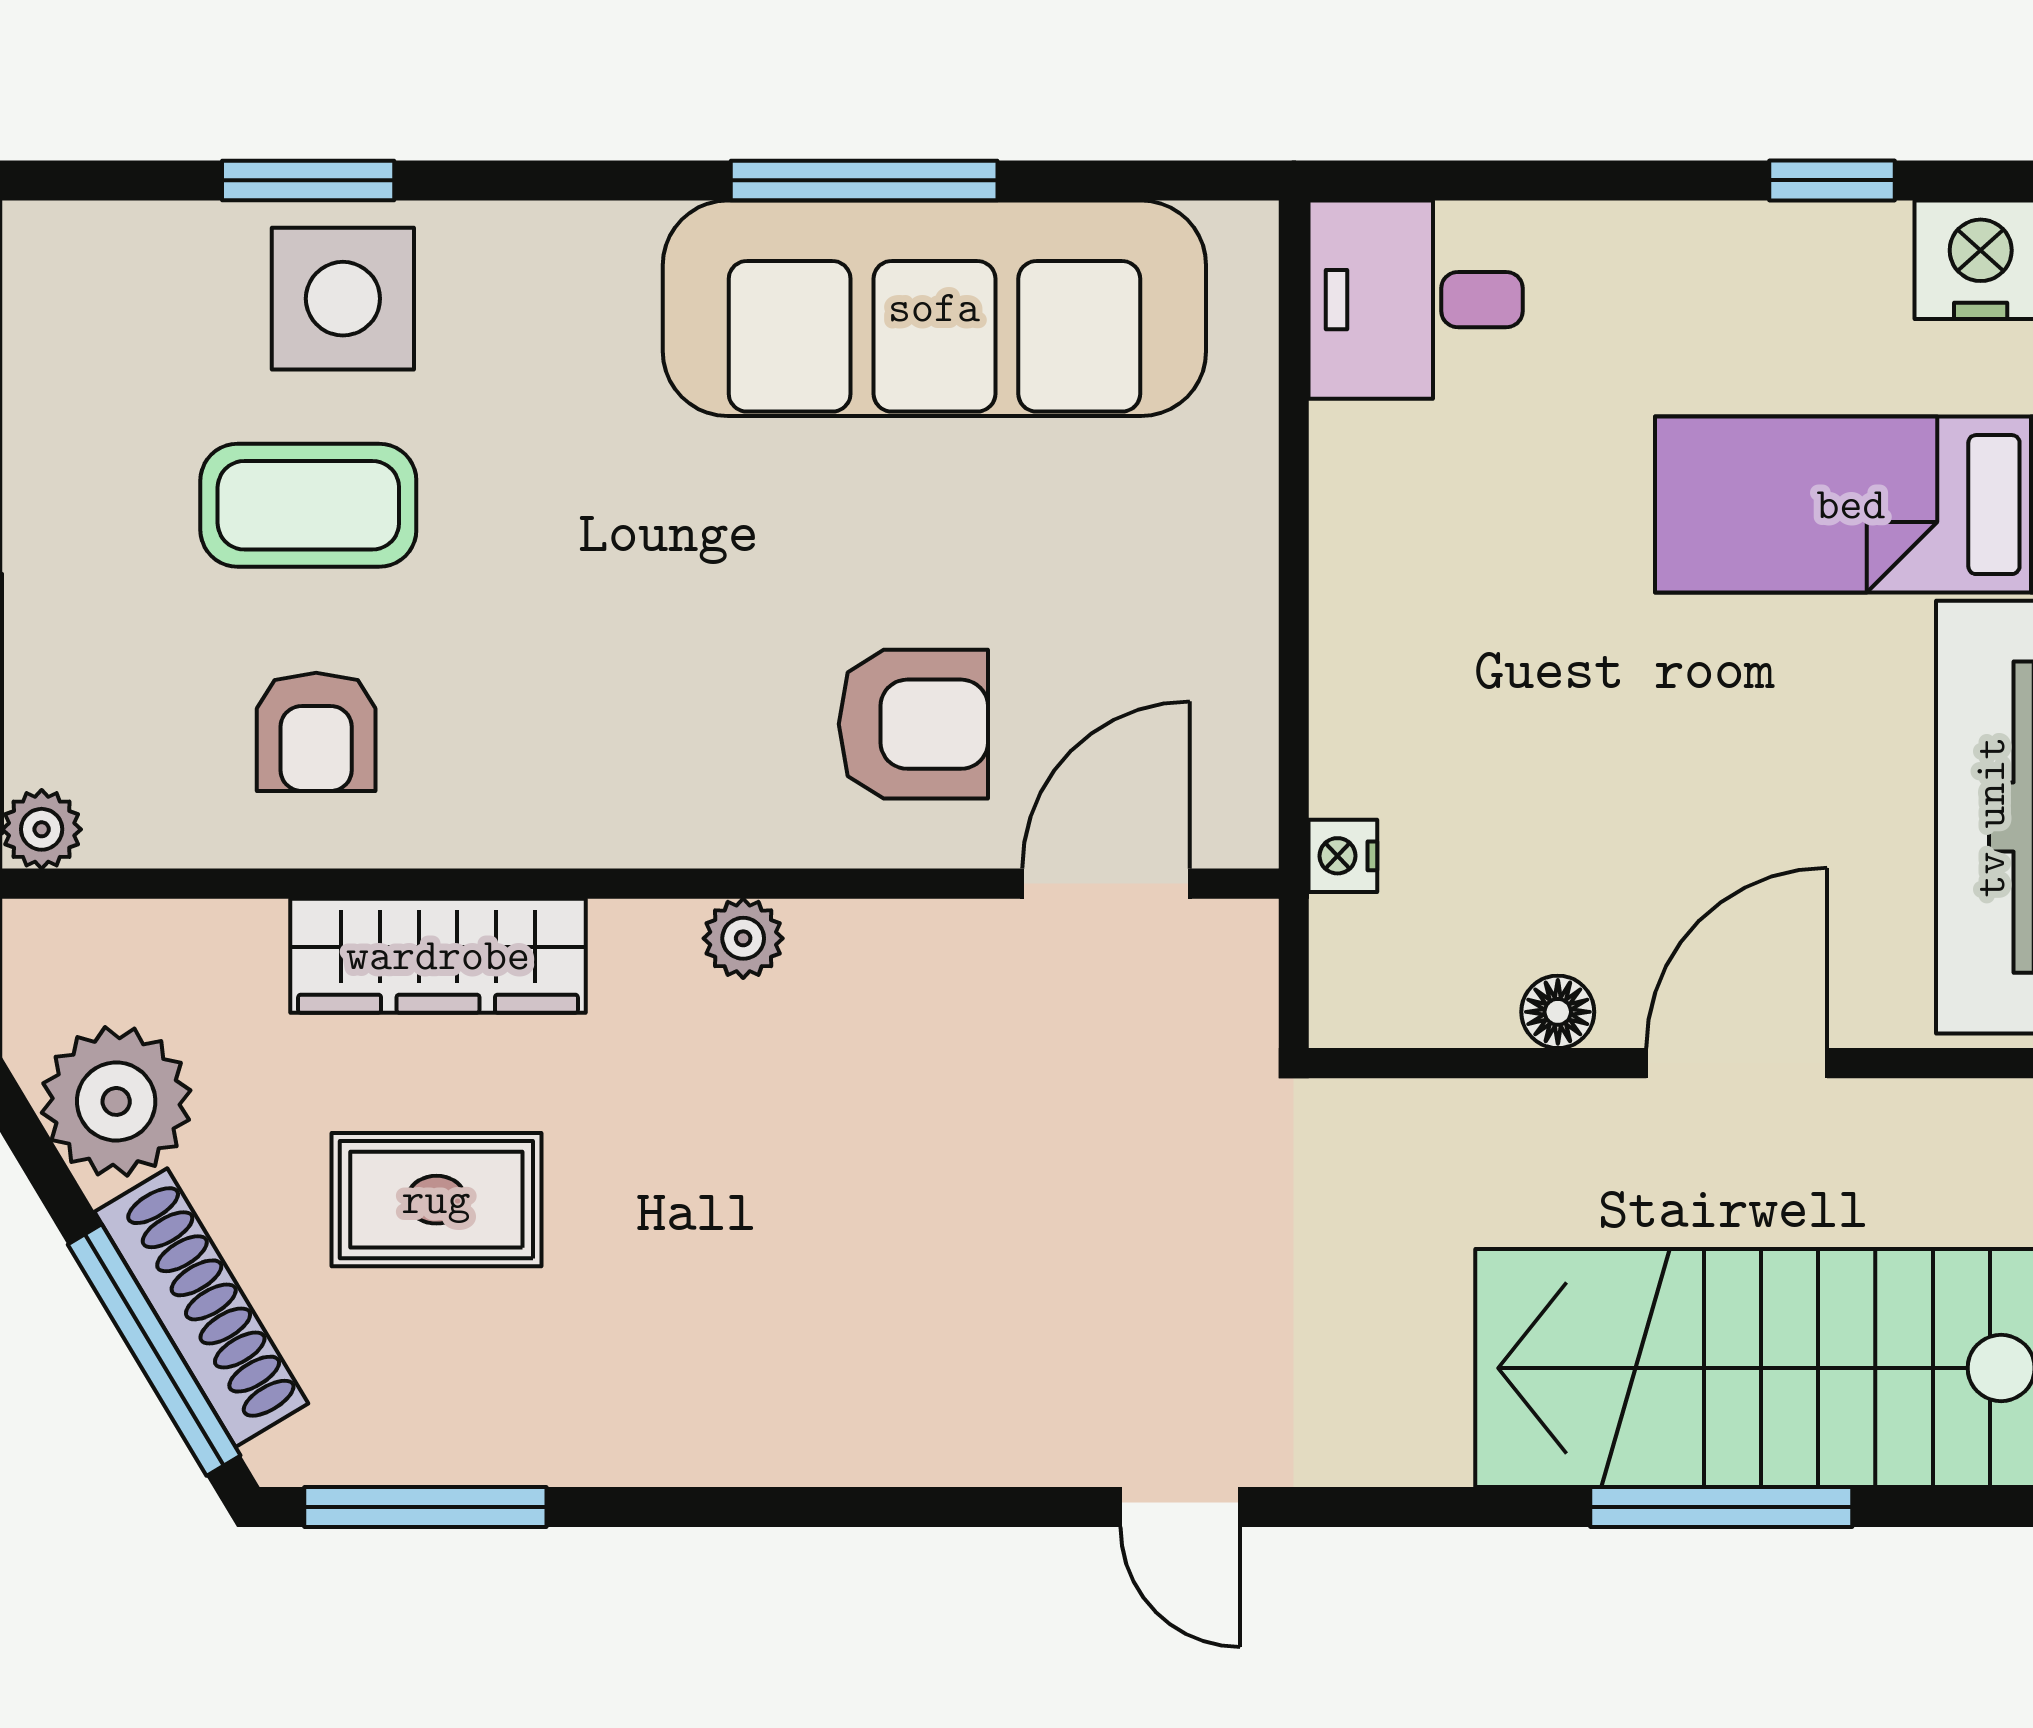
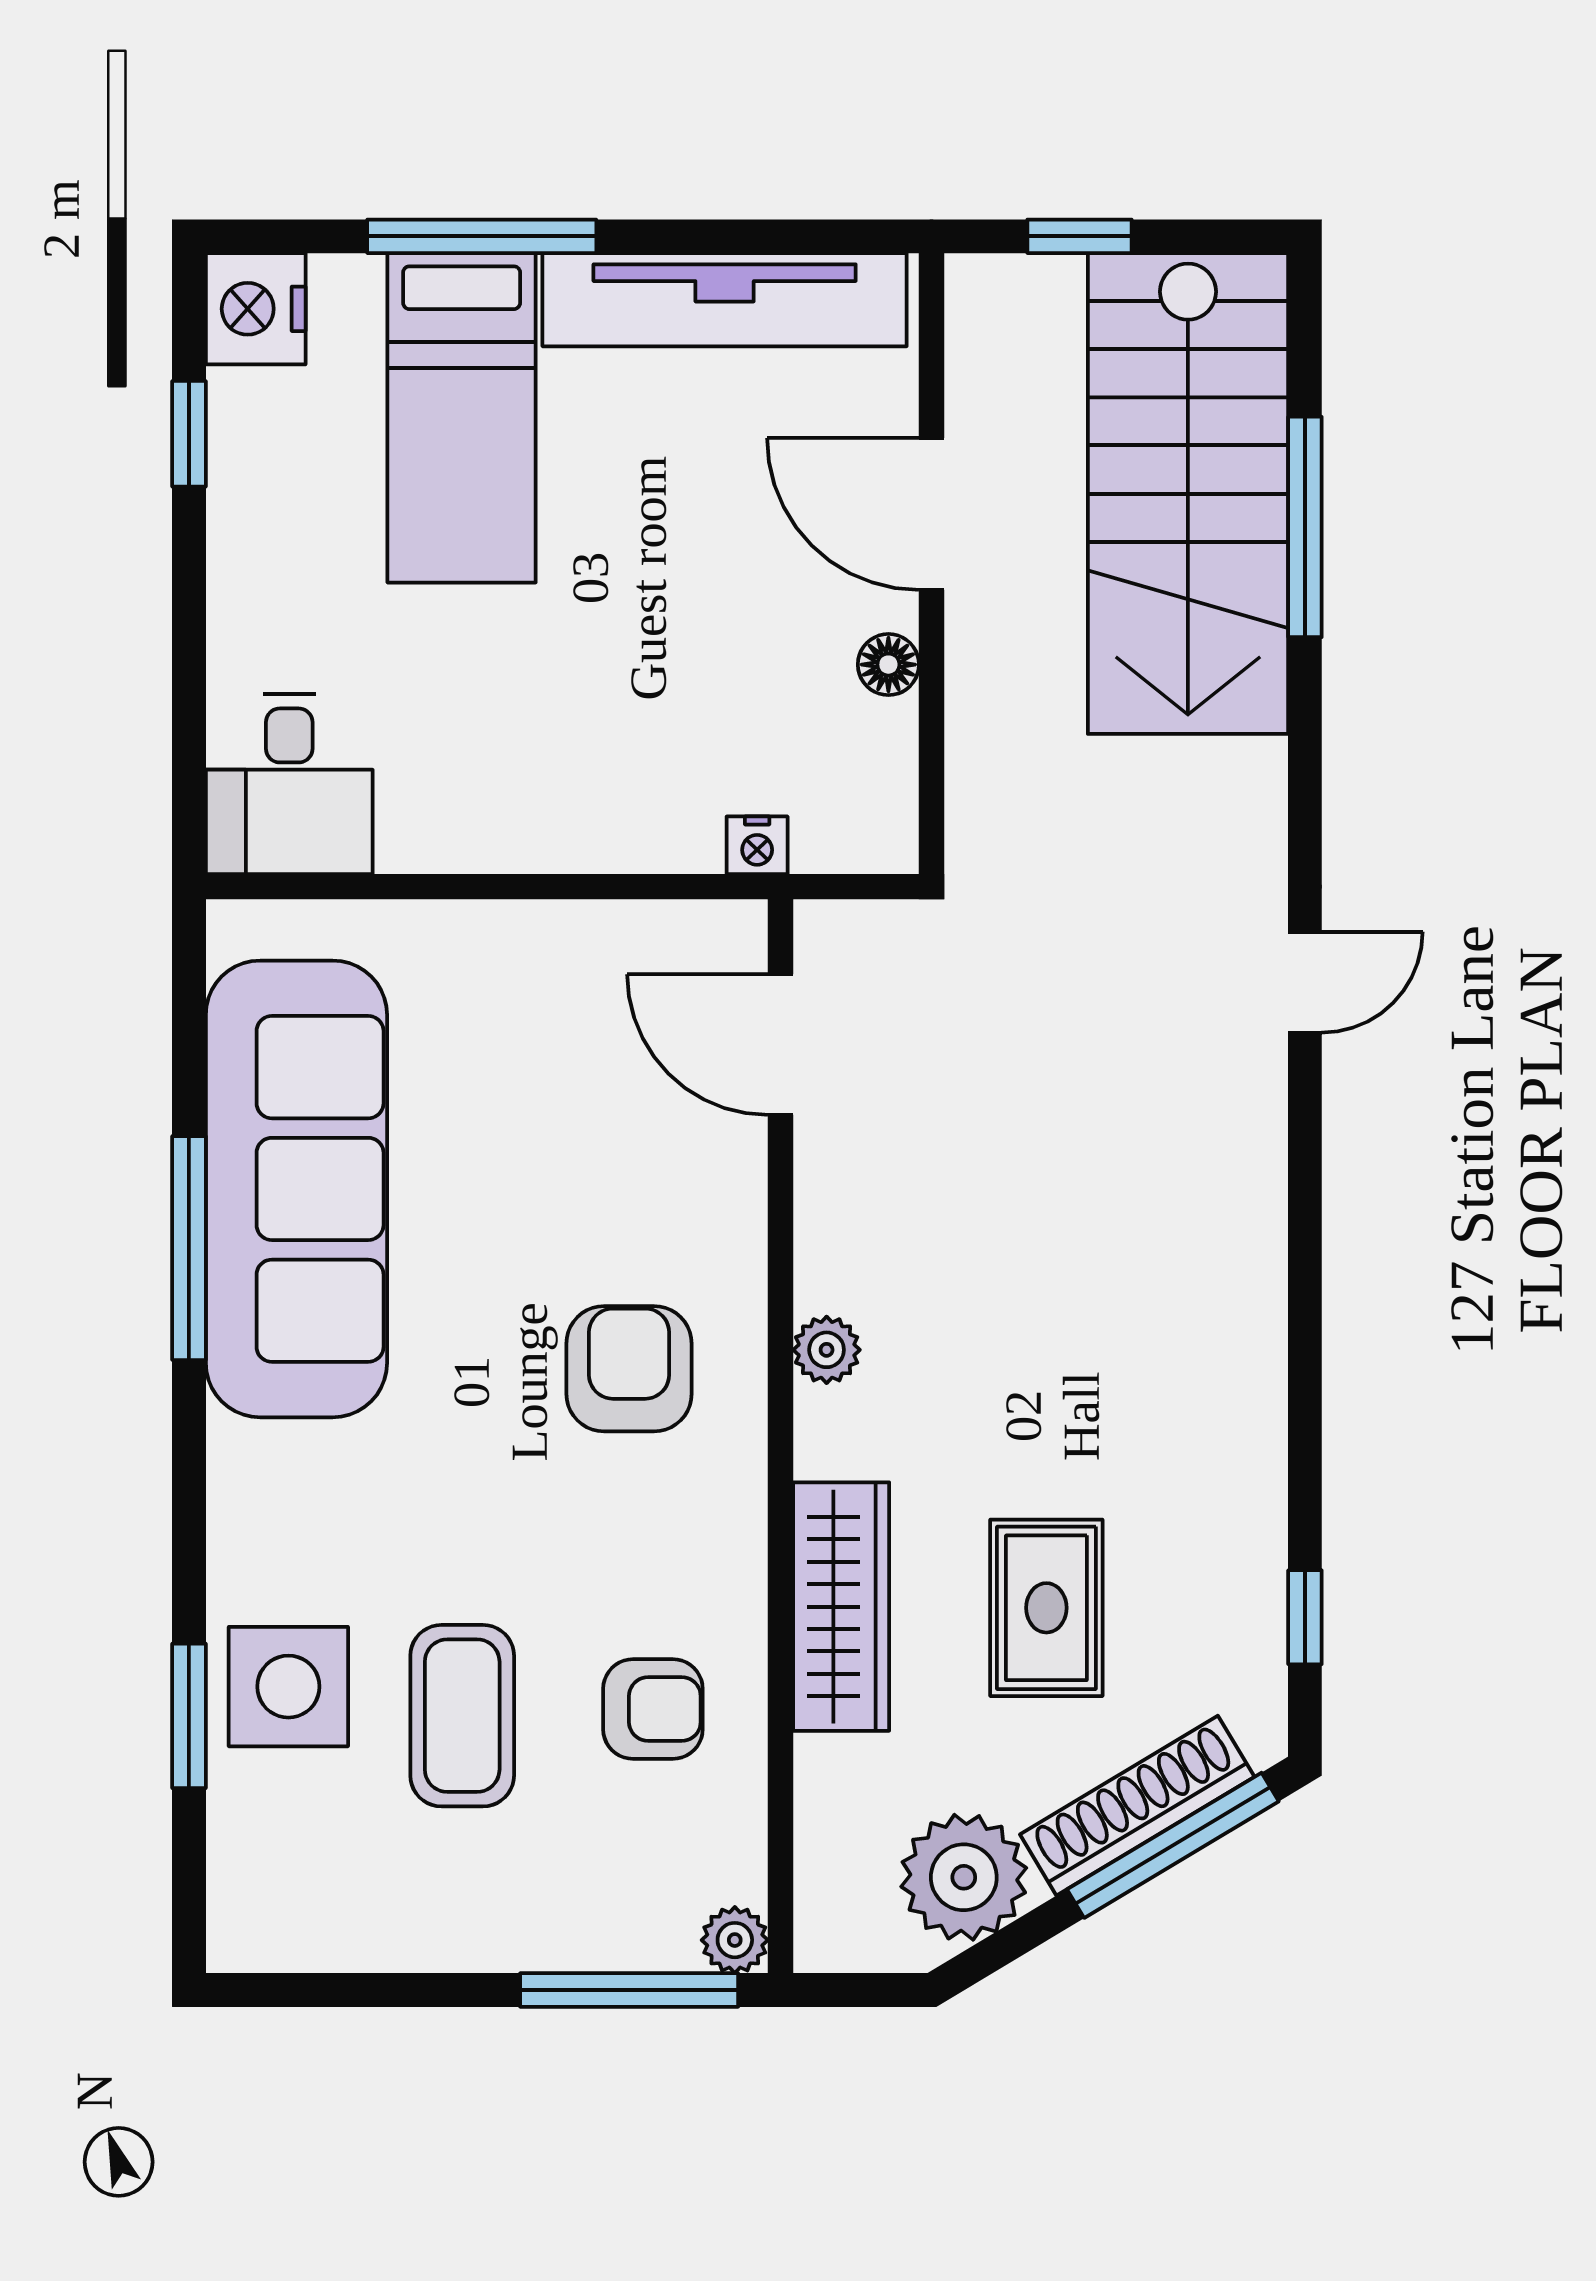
armchair: (913, 724) -> (629, 1369), moved
window: (425, 1507) -> (1305, 1617), width x0.46

